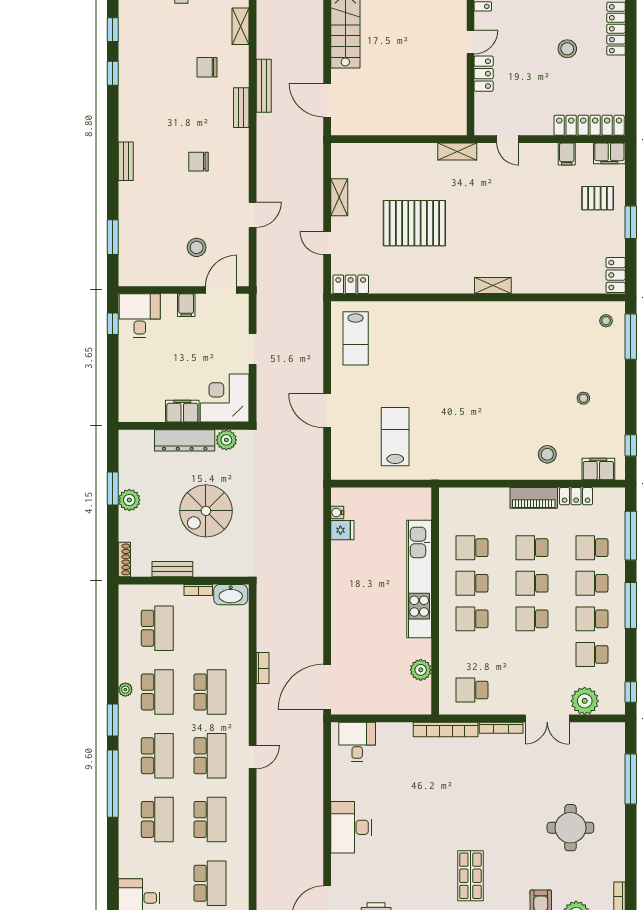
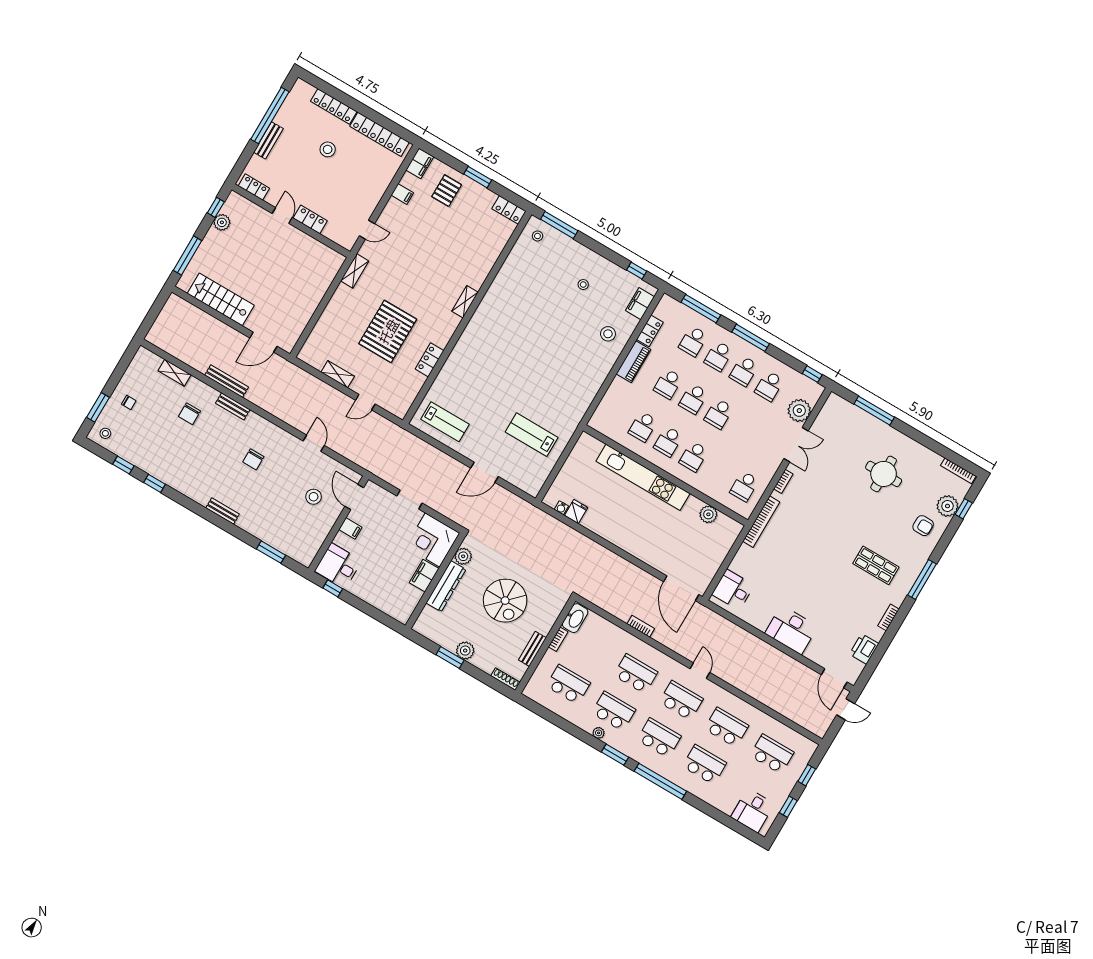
locker: (589, 125) -> (379, 134), moved, turned -90
locker: (351, 284) -> (430, 360), moved
bookcase: (501, 728) -> (783, 481), width x0.64

